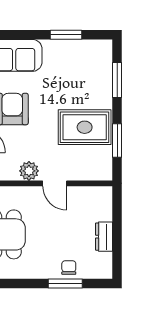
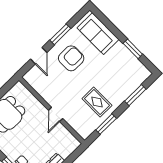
rug: (85, 127) -> (97, 102), width x0.73, depth x0.70
plant: (29, 171) -> (49, 96), removed

